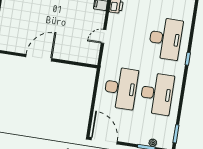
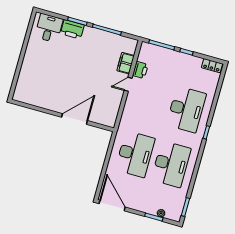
door: (104, 36) -> (128, 84), moved
door: (39, 58) -> (75, 119), moved

